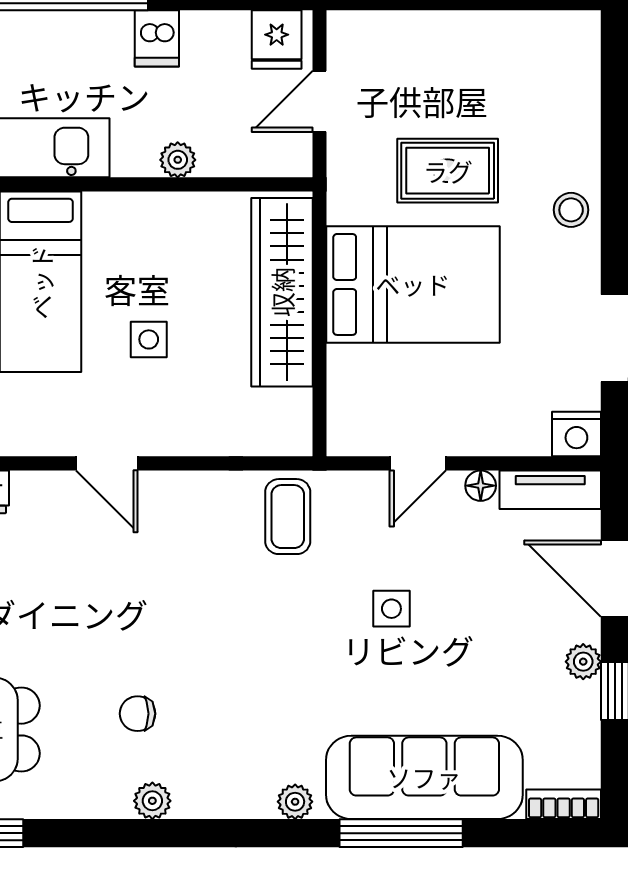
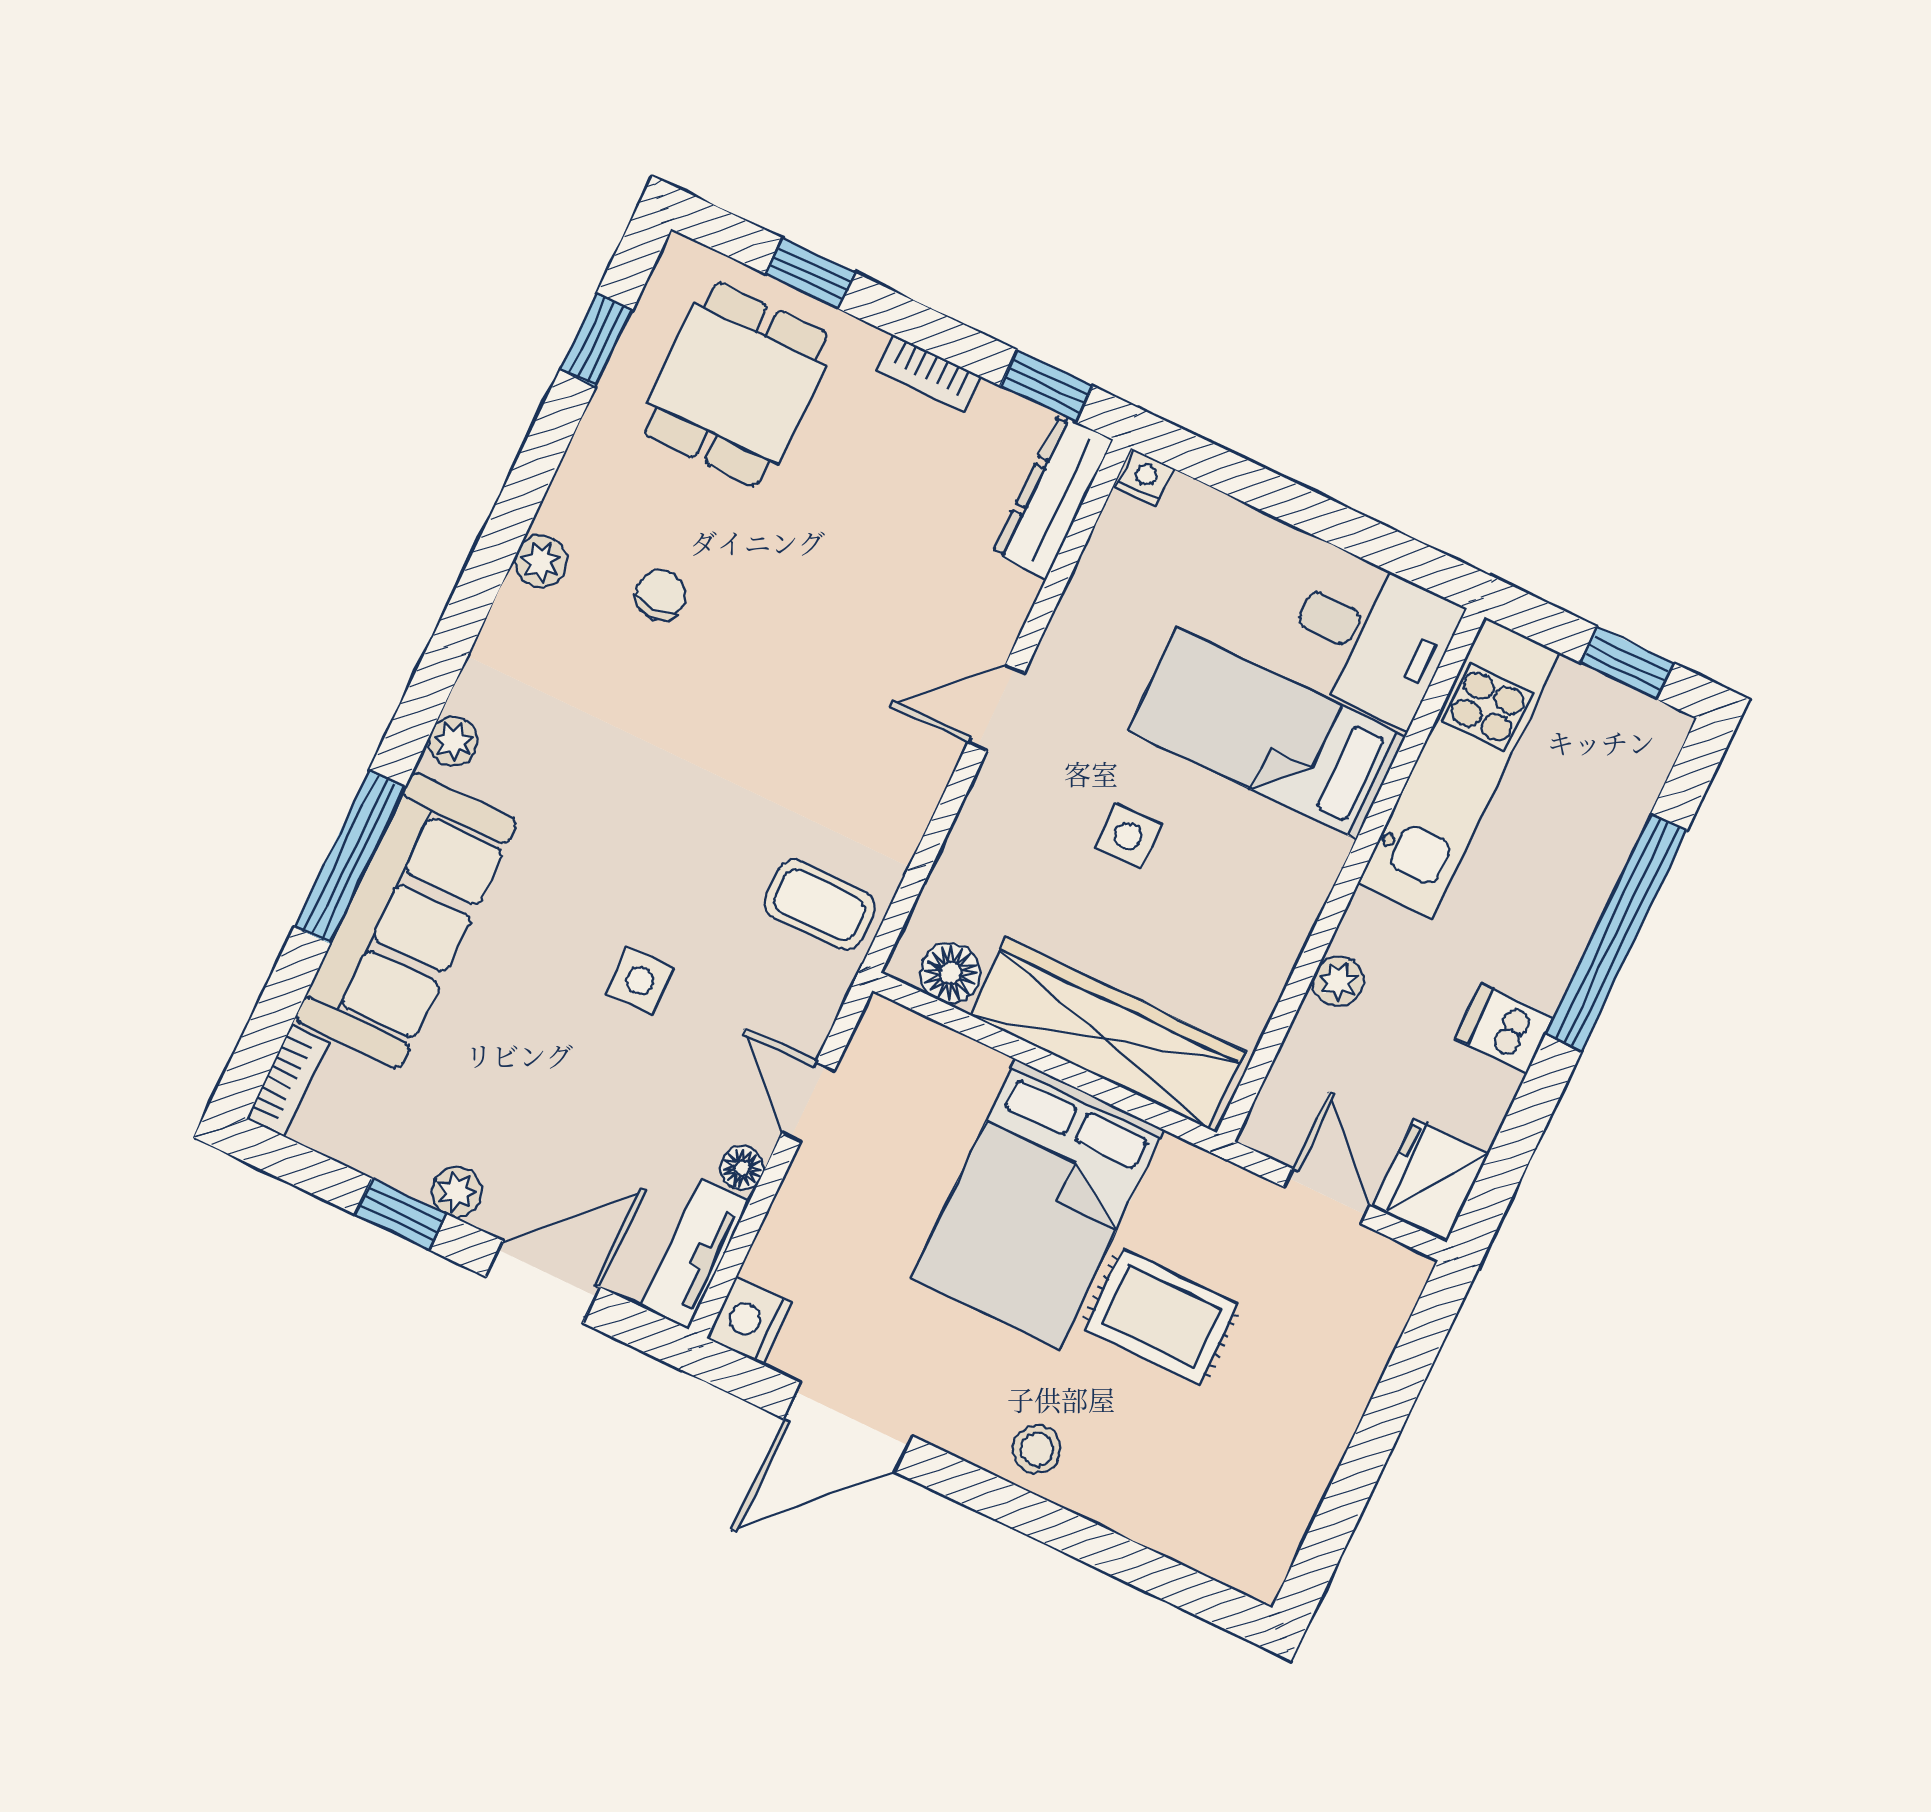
fridge: (277, 39) -> (1431, 1179), width x1.38
rug: (448, 171) -> (1161, 1317), turned 90
floor lamp: (291, 412) -> (950, 973), added

